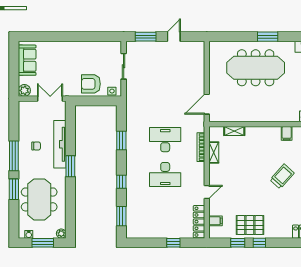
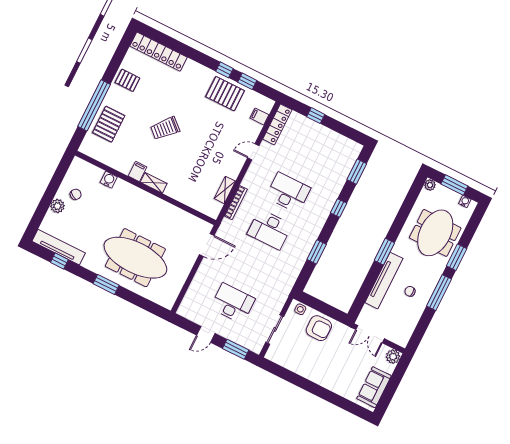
desk: (165, 70) -> (233, 303), added
shelving: (234, 131) -> (154, 183), moved

